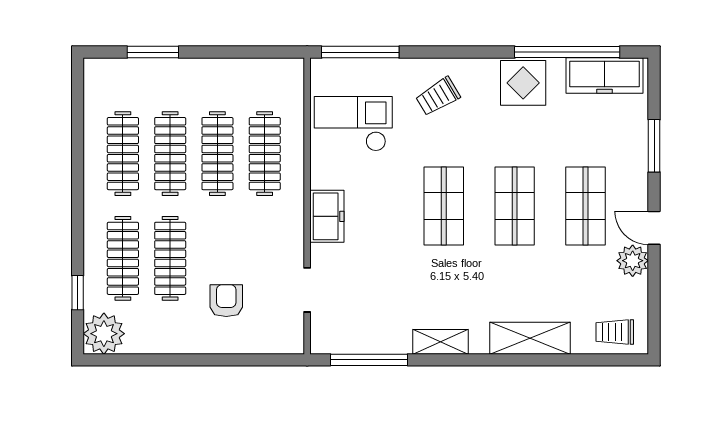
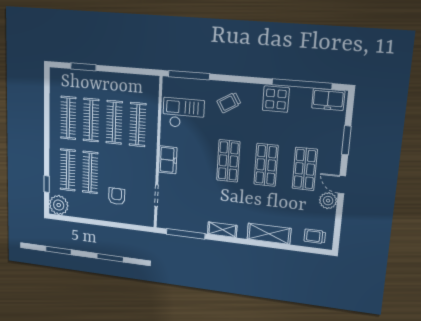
freezer: (605, 75) -> (328, 99), width x0.71

